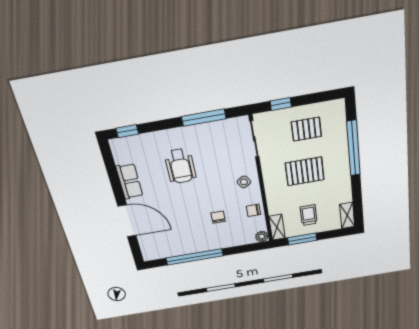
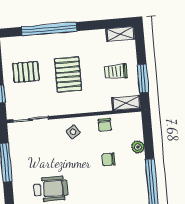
pallet: (306, 129) -> (26, 72), turned 90
plant: (262, 236) -> (138, 147), moved

